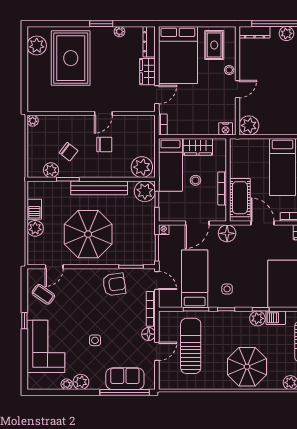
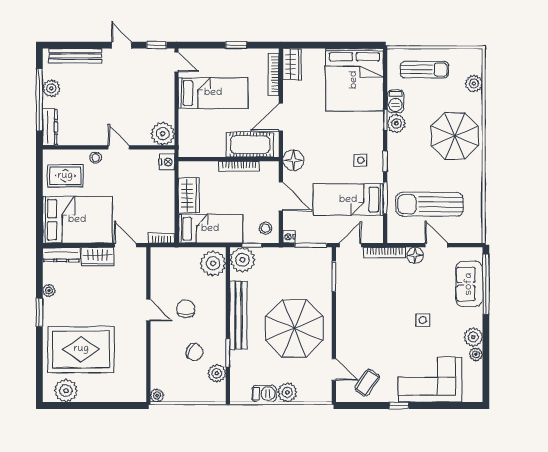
chair: (69, 152) -> (194, 352), turned 81
stool: (196, 180) -> (265, 228), moved
armchair: (114, 284) -> (355, 297), removed

